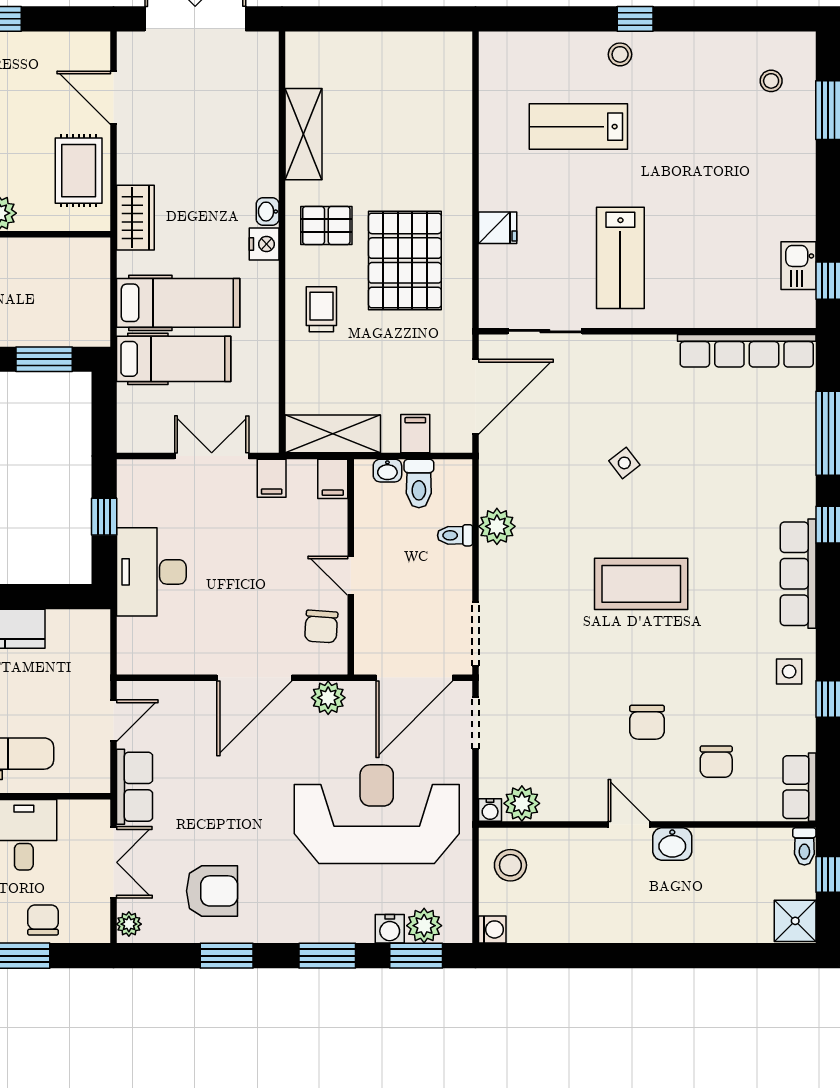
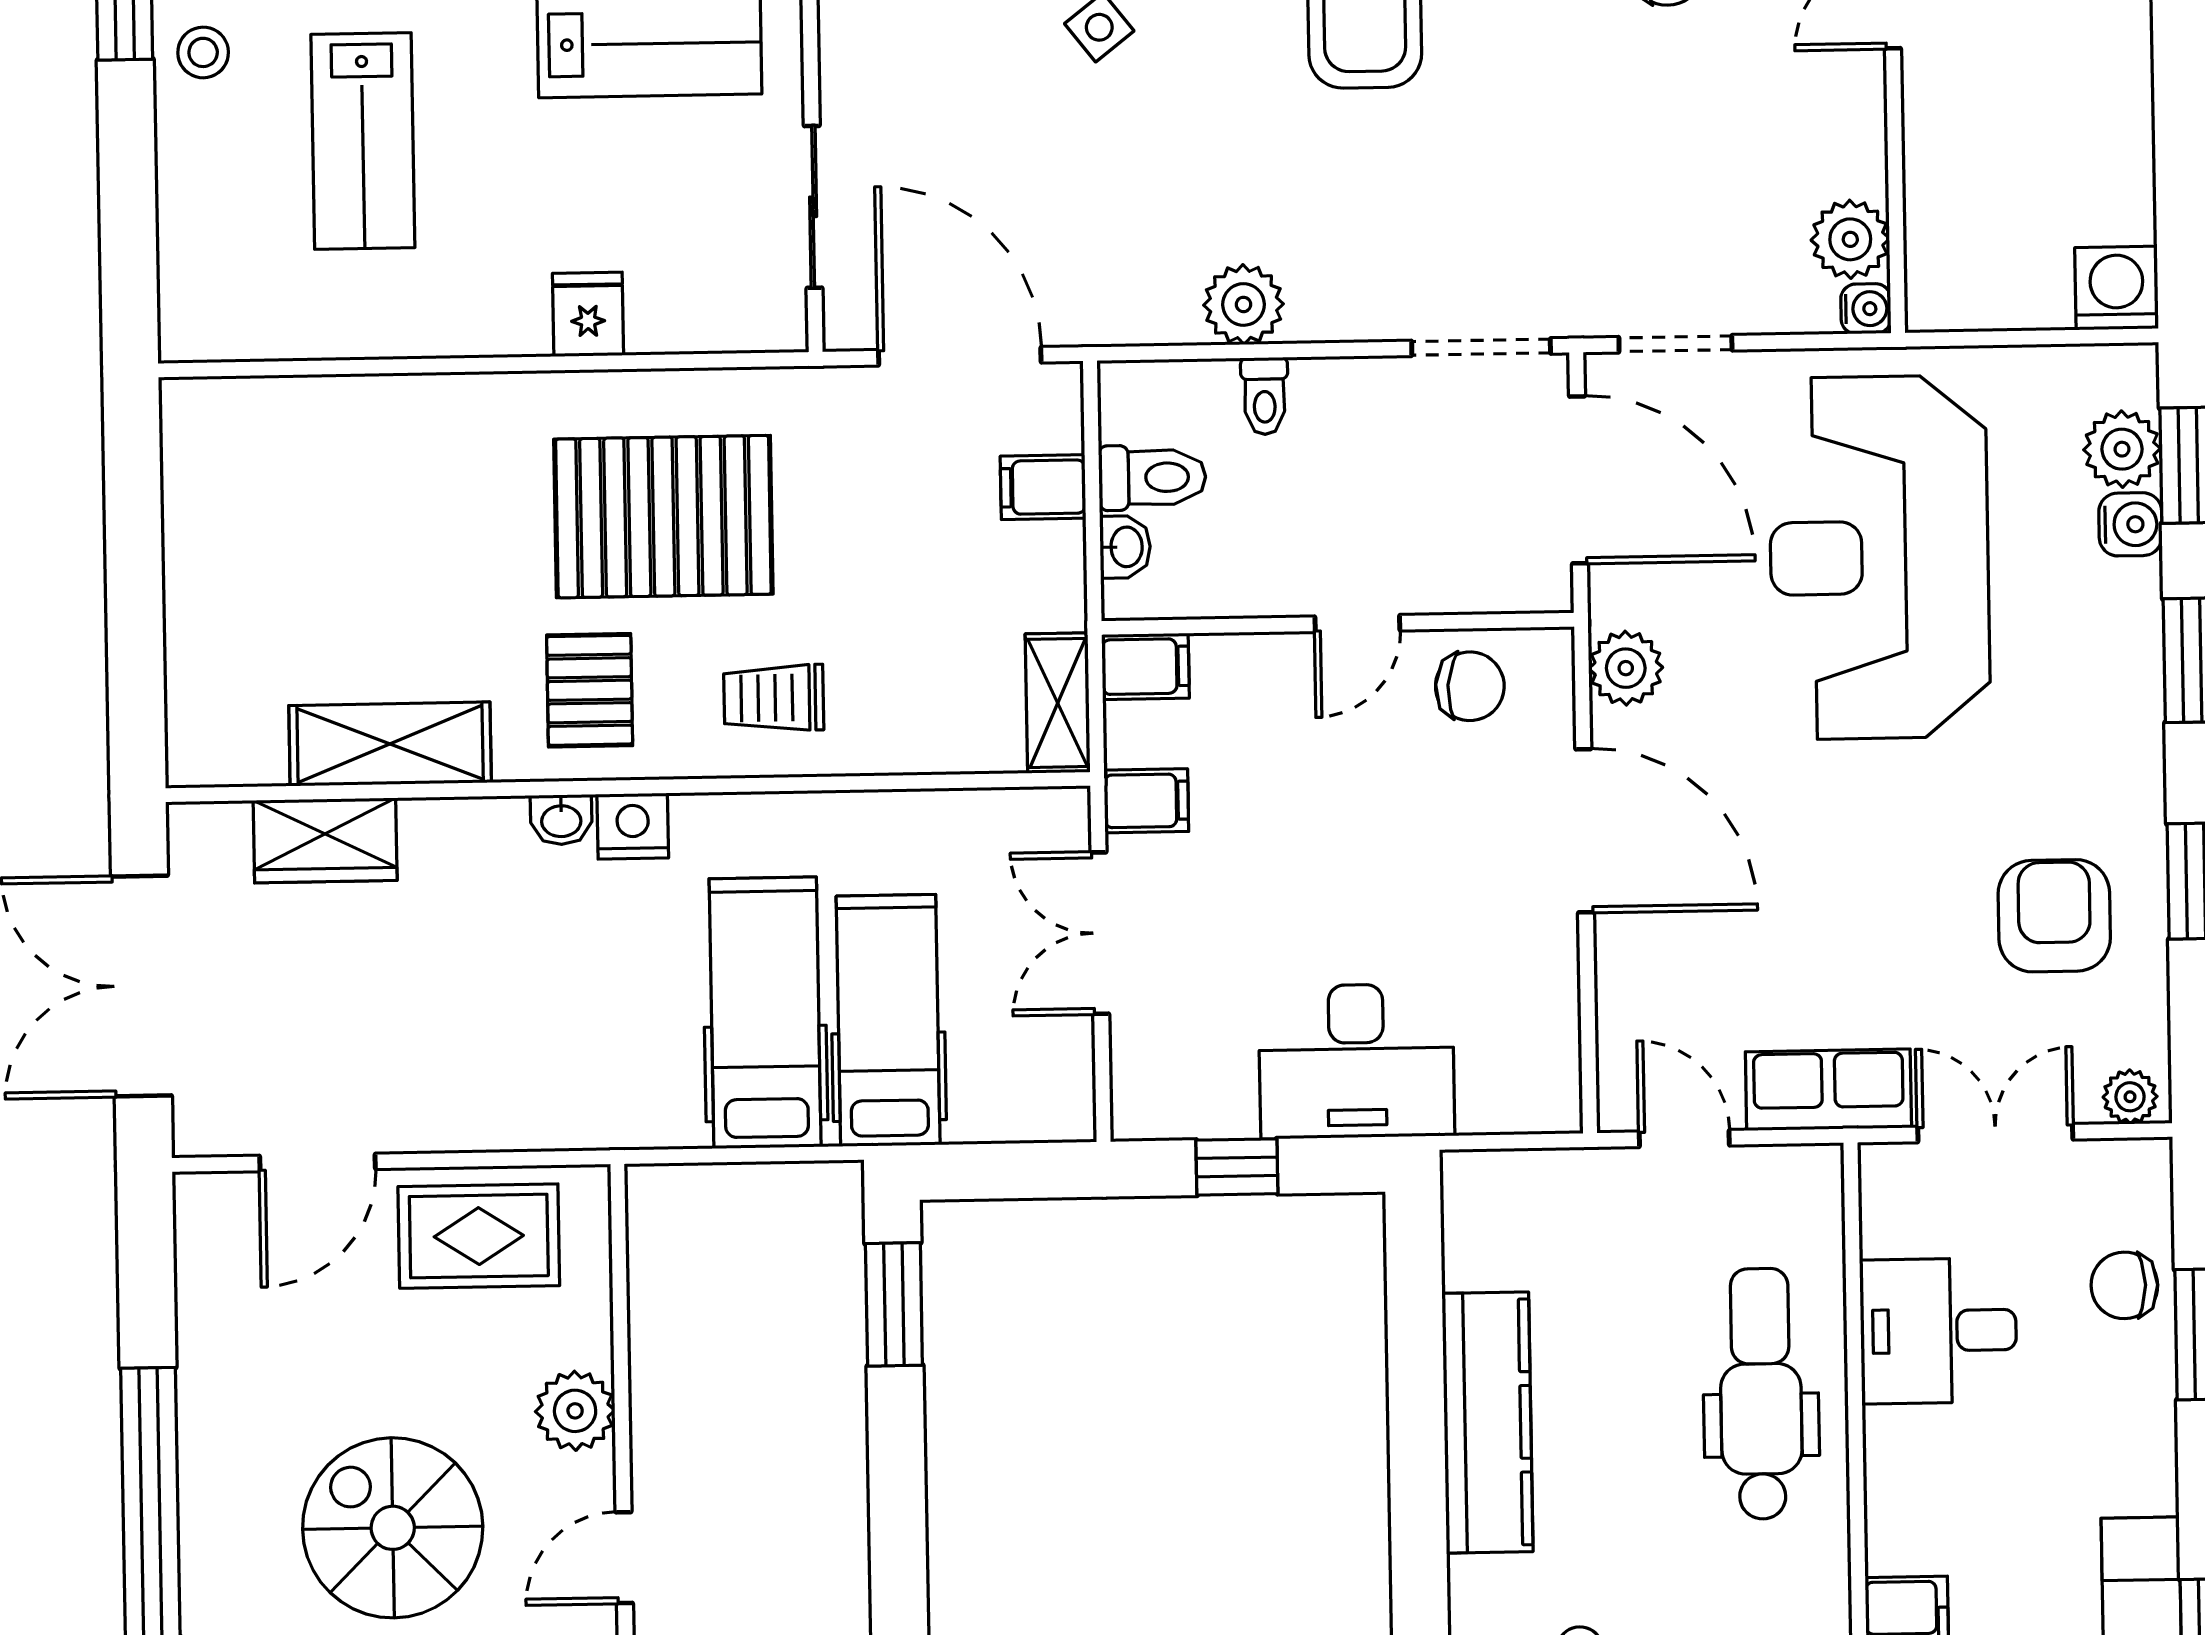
wardrobe: (135, 218) -> (325, 840), moved, turned 180
shelving: (333, 434) -> (1058, 703), width x0.67, depth x0.75
stool: (510, 865) -> (1986, 262), removed
washing machine: (492, 929) -> (2117, 288), width x1.38, depth x1.38

